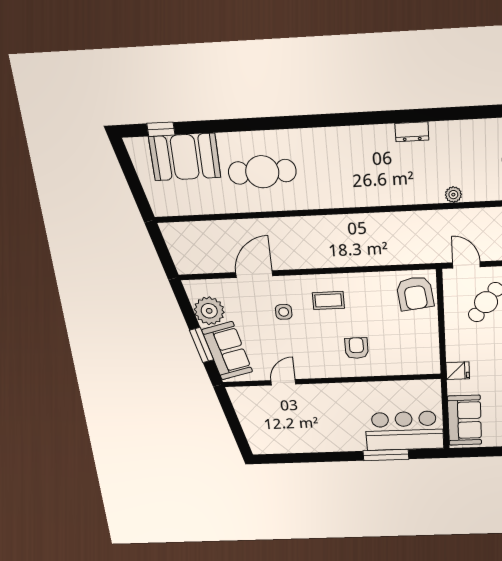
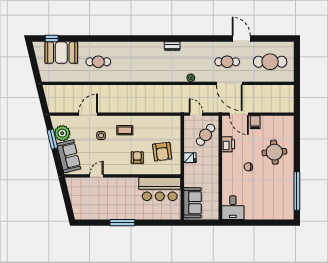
cafe table: (262, 172) -> (98, 62), width x0.73, depth x0.74
armchair: (415, 293) -> (162, 152), moved
window: (202, 345) -> (52, 139), moved
fridge: (458, 371) -> (190, 158), moved
bar counter: (404, 431) -> (160, 189), moved, turned 180
window: (386, 455) -> (122, 223), moved

